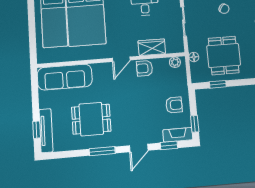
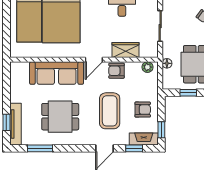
sofa: (65, 77) -> (57, 73), moved
coffee table: (141, 109) -> (110, 111), added
window: (102, 151) -> (40, 148), moved

